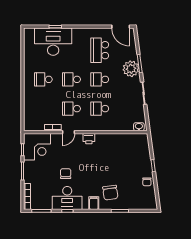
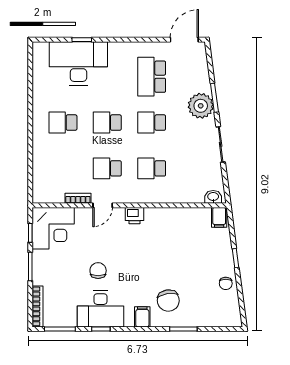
door: (121, 27) -> (184, 40), swing flipped
filing cabinet: (143, 140) -> (219, 217), added

